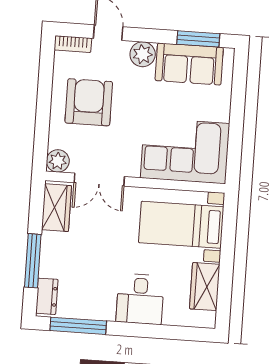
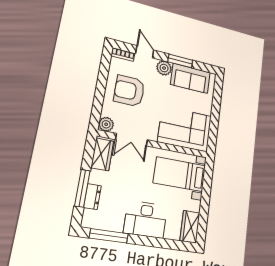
window: (198, 39) -> (180, 61), moved
armchair: (89, 102) -> (129, 91), turned -90
wardrobe: (205, 287) -> (190, 227), moved
dresser: (47, 296) -> (92, 197), moved
desk: (140, 299) -> (146, 219), width x1.37

